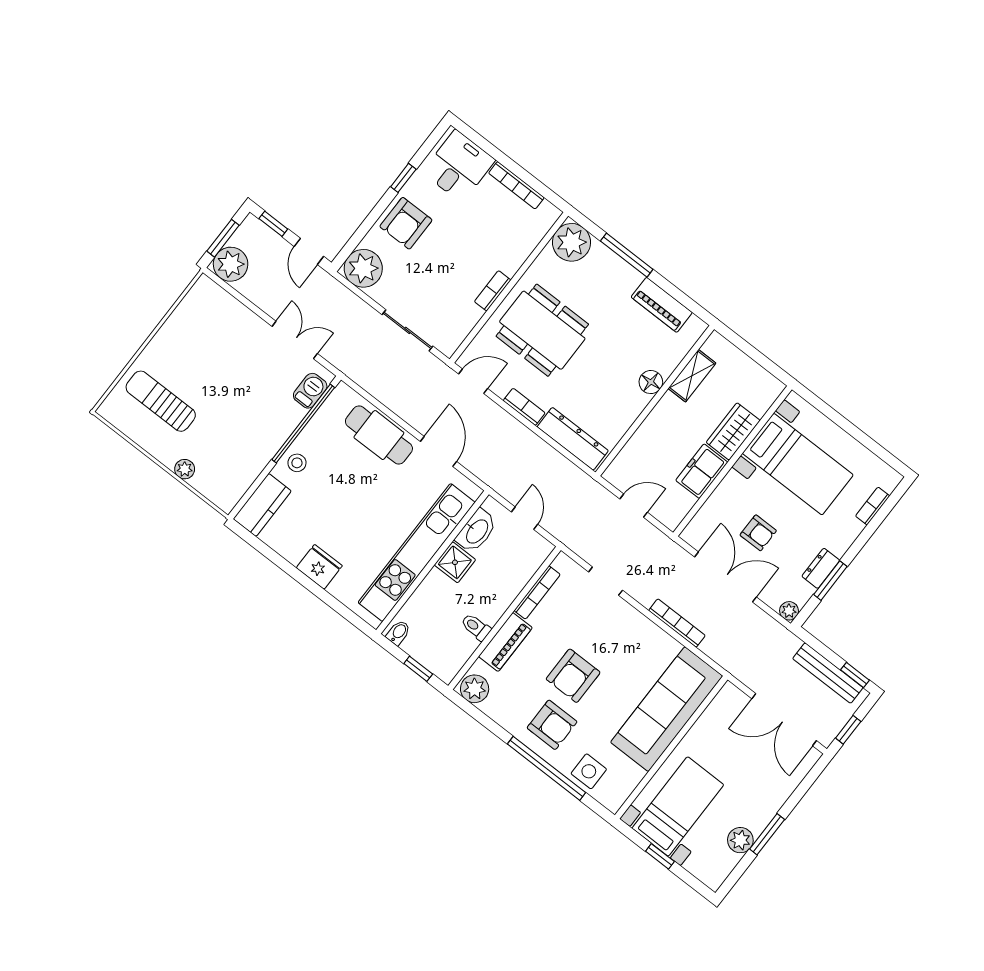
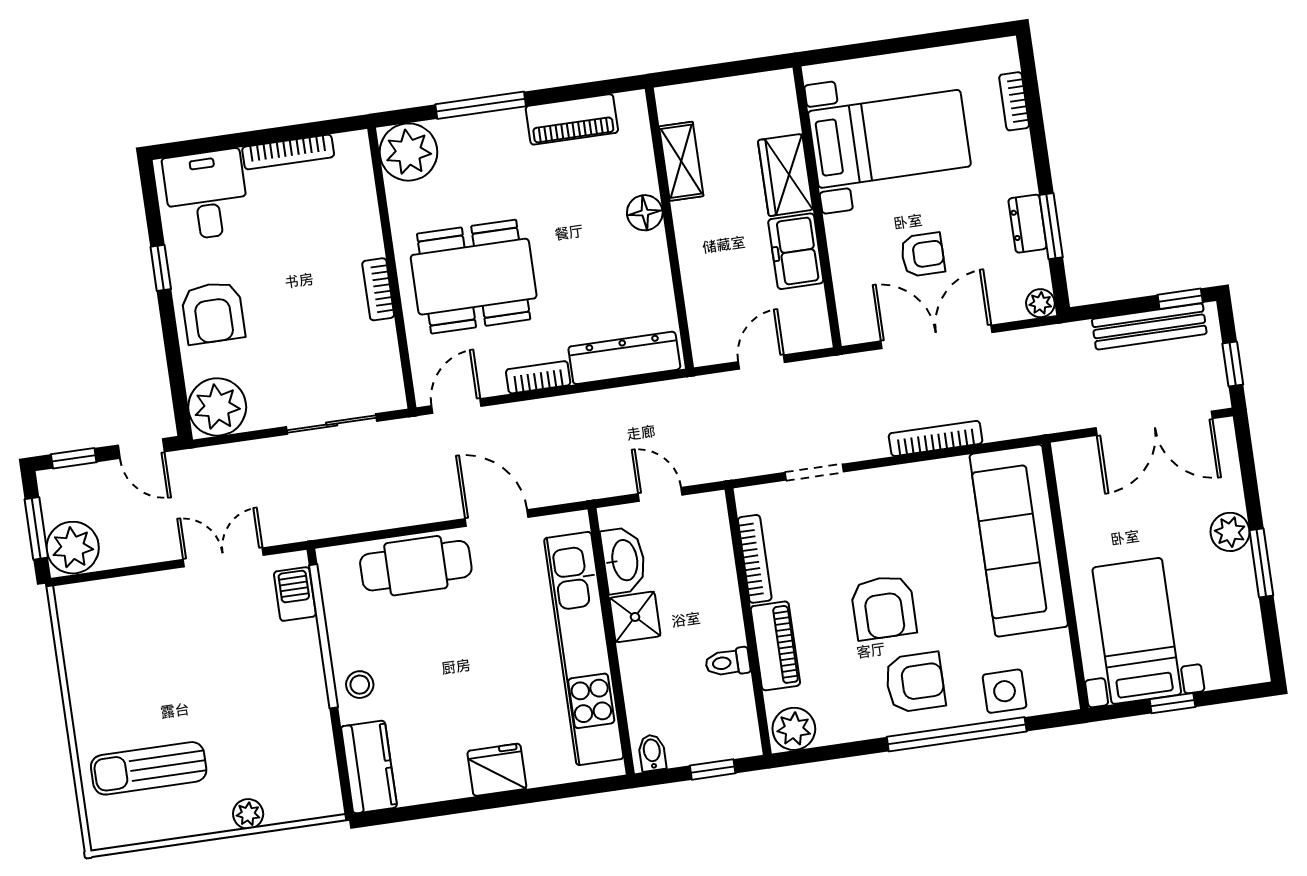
plant: (740, 840) -> (1230, 532), moved

